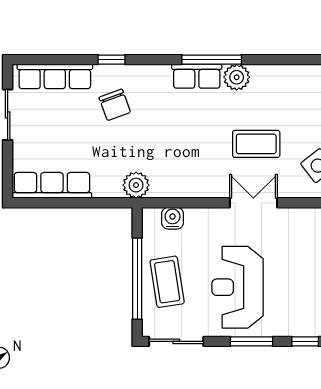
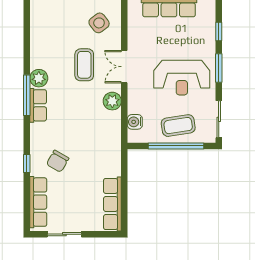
chair: (115, 105) -> (58, 161), turned 140
plant: (136, 185) -> (112, 101), moved

